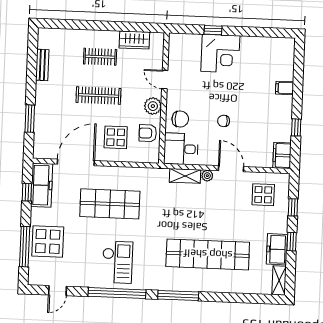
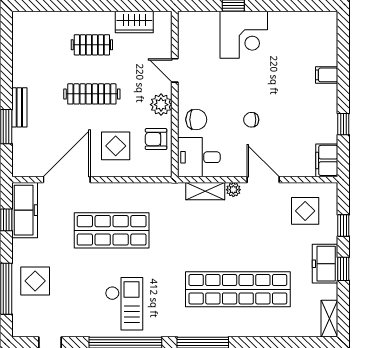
bench: (42, 65) -> (19, 107), moved
display table: (48, 241) -> (35, 281), width x0.73, depth x0.73
freezer: (277, 249) -> (325, 264), moved

